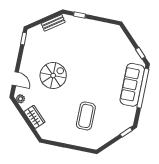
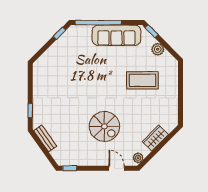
spiral stairs: (53, 75) -> (104, 126), turned 180
door: (15, 79) -> (117, 168), hinge flipped
sofa: (132, 85) -> (116, 35), moved
plant: (110, 134) -> (158, 49), added

